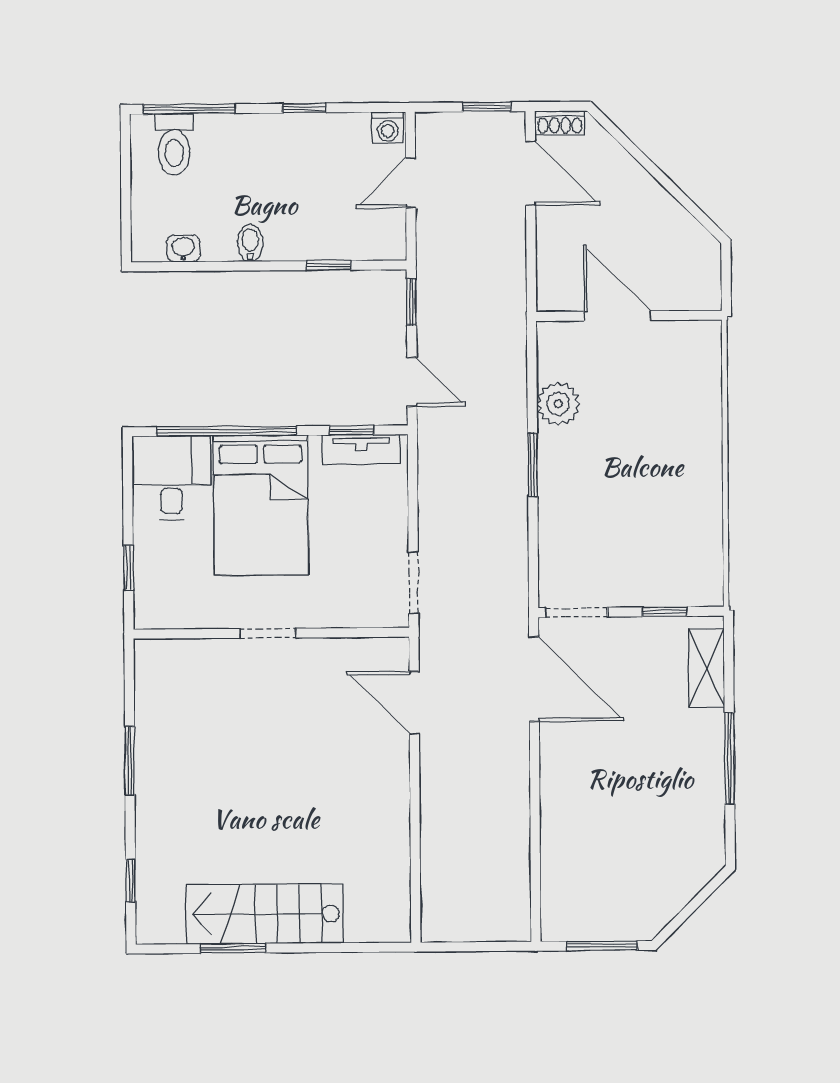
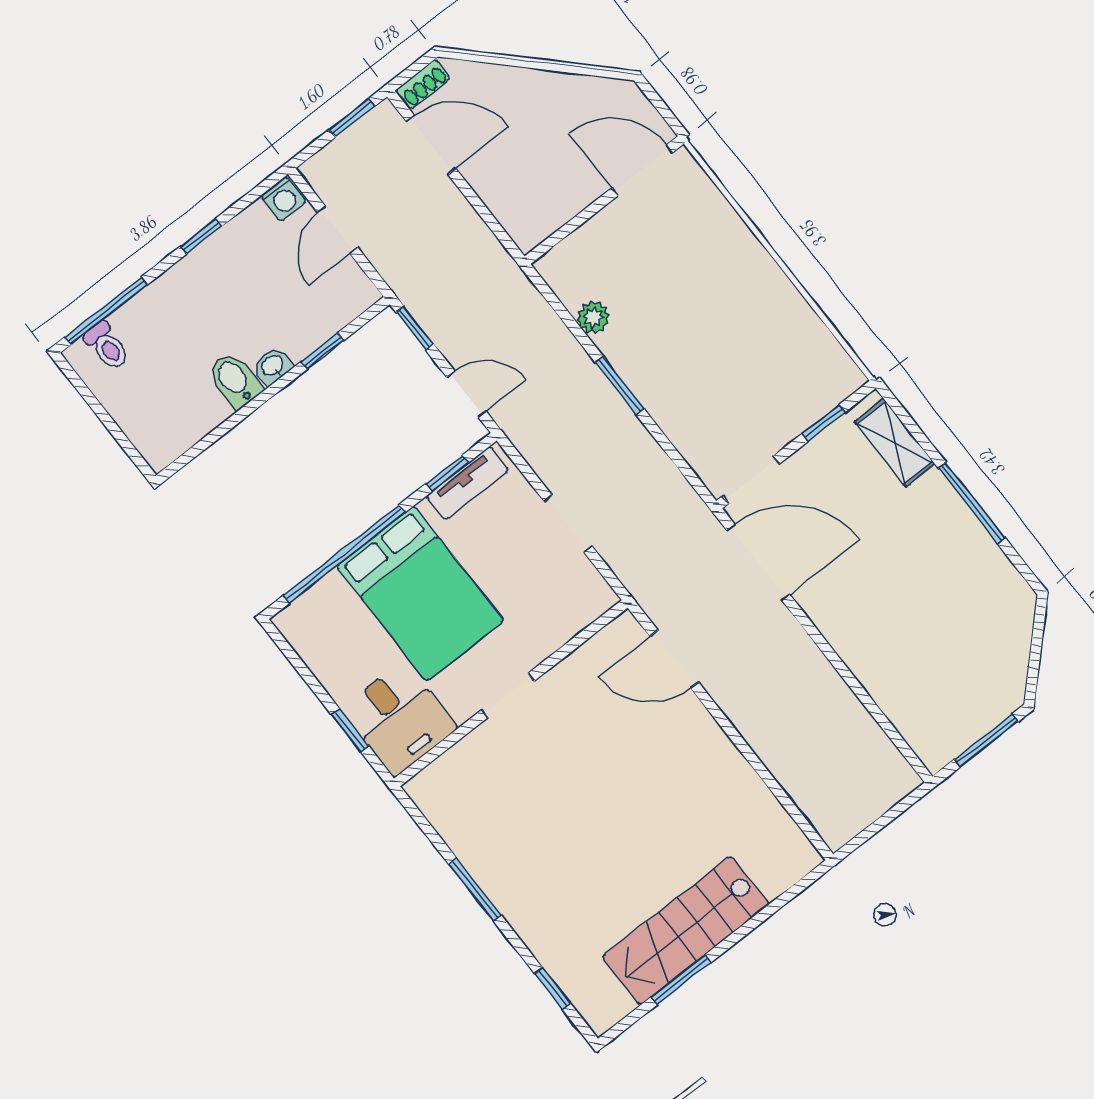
toilet: (174, 144) -> (107, 346), width x0.73, depth x0.72
bidet: (250, 243) -> (235, 380), width x1.38, depth x1.36
washbasin: (183, 248) -> (273, 366), moved
door: (617, 316) -> (642, 170), moved
plant: (558, 404) -> (593, 317), width x0.73, depth x0.73
desk: (171, 478) -> (399, 719), moved, turned 180
doorway: (413, 583) -> (568, 524), moved

